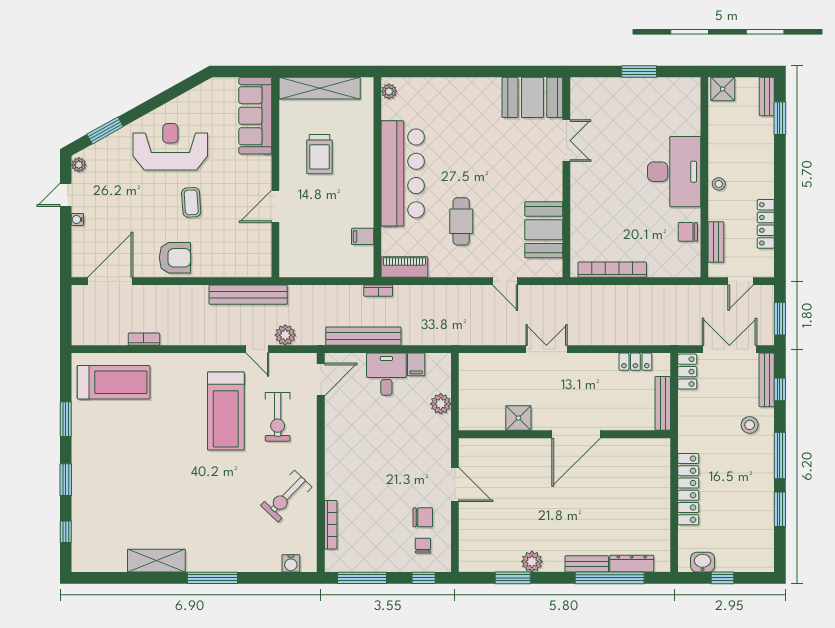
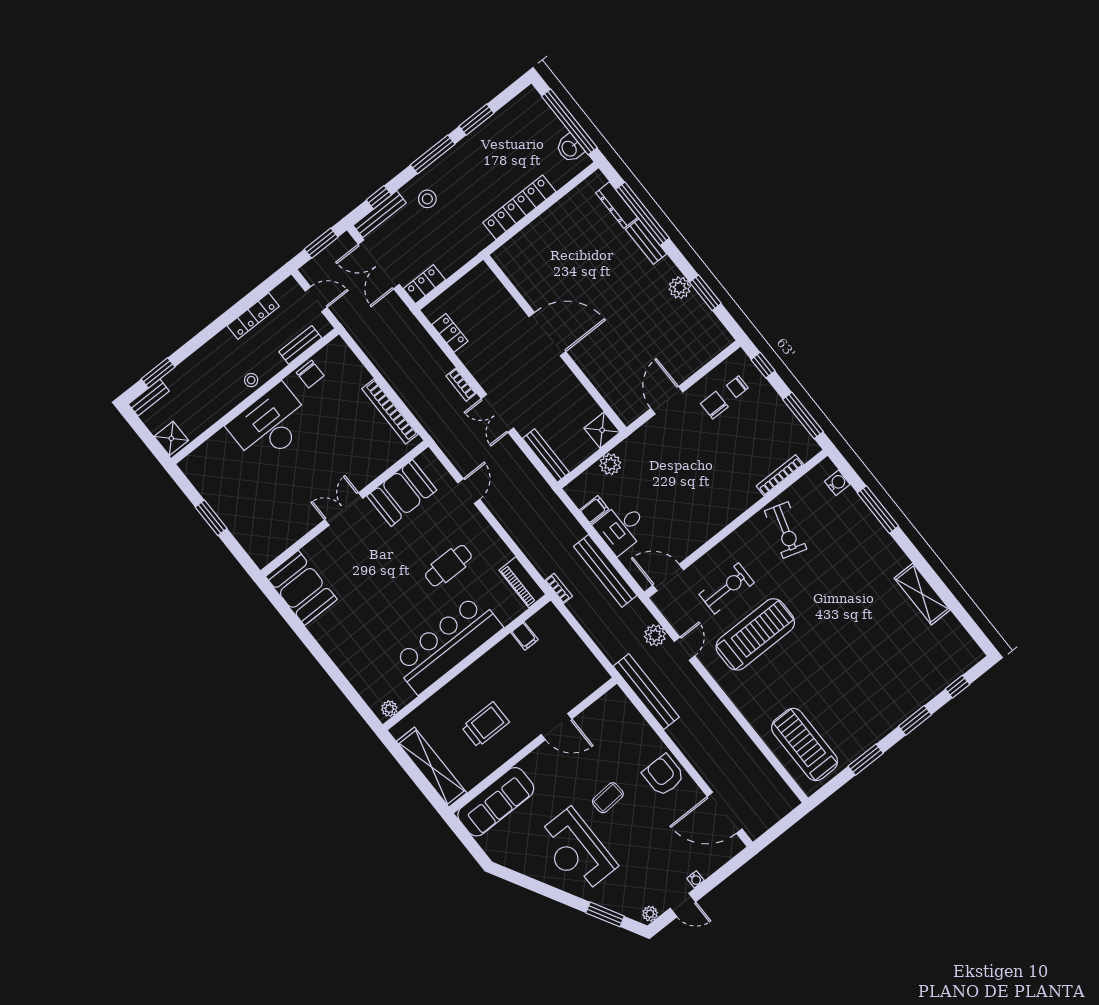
double door: (566, 141) -> (344, 509), moved
bookcase: (144, 339) -> (461, 385), moved
bench: (663, 403) -> (546, 456), moved, turned 90
shower: (518, 418) -> (602, 430), moved
exercise bike: (286, 496) -> (786, 530), turned 63
window: (212, 578) -> (878, 510), moved
window: (722, 578) -> (569, 122), width x3.17

